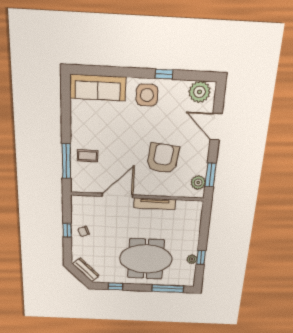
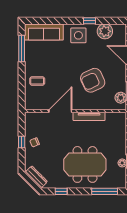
plant: (199, 92) -> (105, 31), moved
armchair: (163, 158) -> (93, 80), turned -122
window: (66, 161) -> (22, 48), moved

